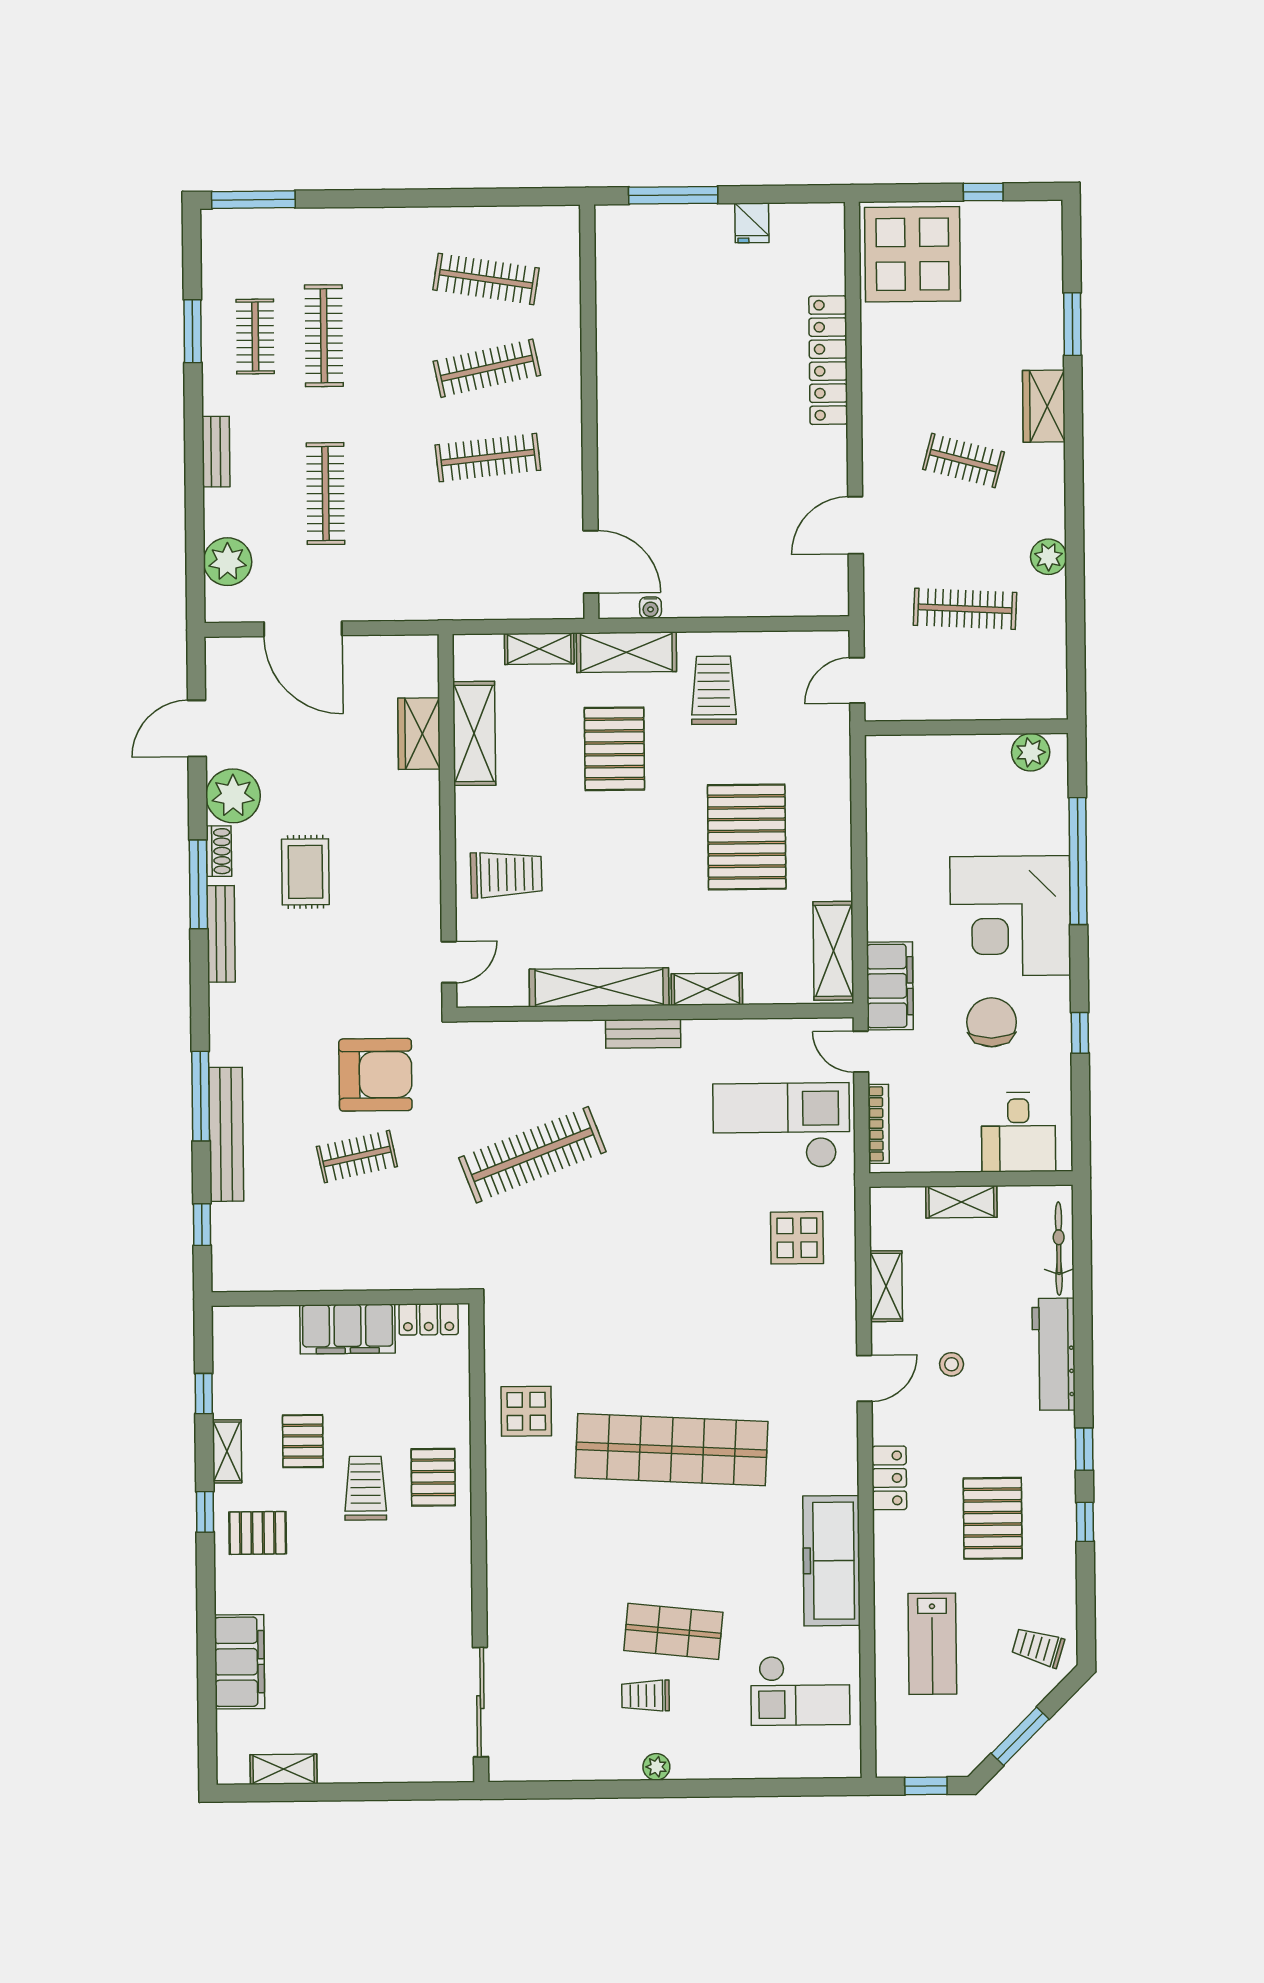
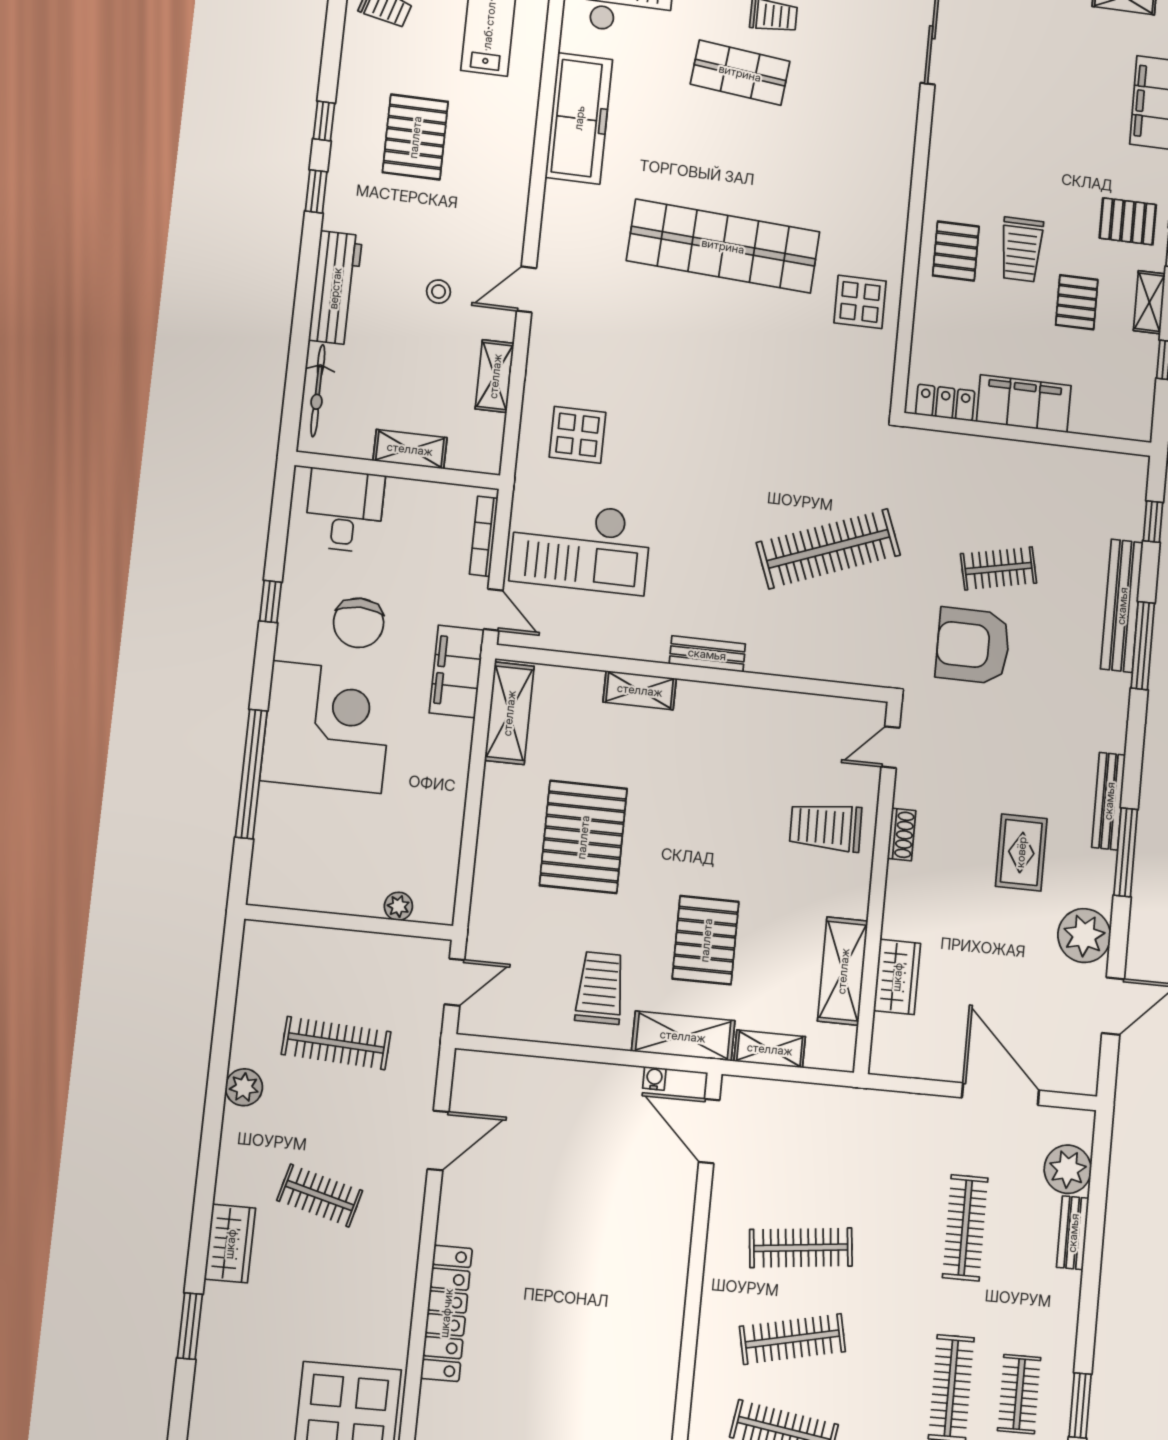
bench: (216, 452) -> (1073, 1233), moved
trolley: (714, 690) -> (600, 988), turned 180
plant: (1031, 752) -> (398, 906), moved, width x0.73, depth x0.73
shoe rack: (219, 851) -> (901, 835), moved, turned 180
shelving: (599, 987) -> (746, 705), removed
locker: (889, 1478) -> (513, 190), removed

